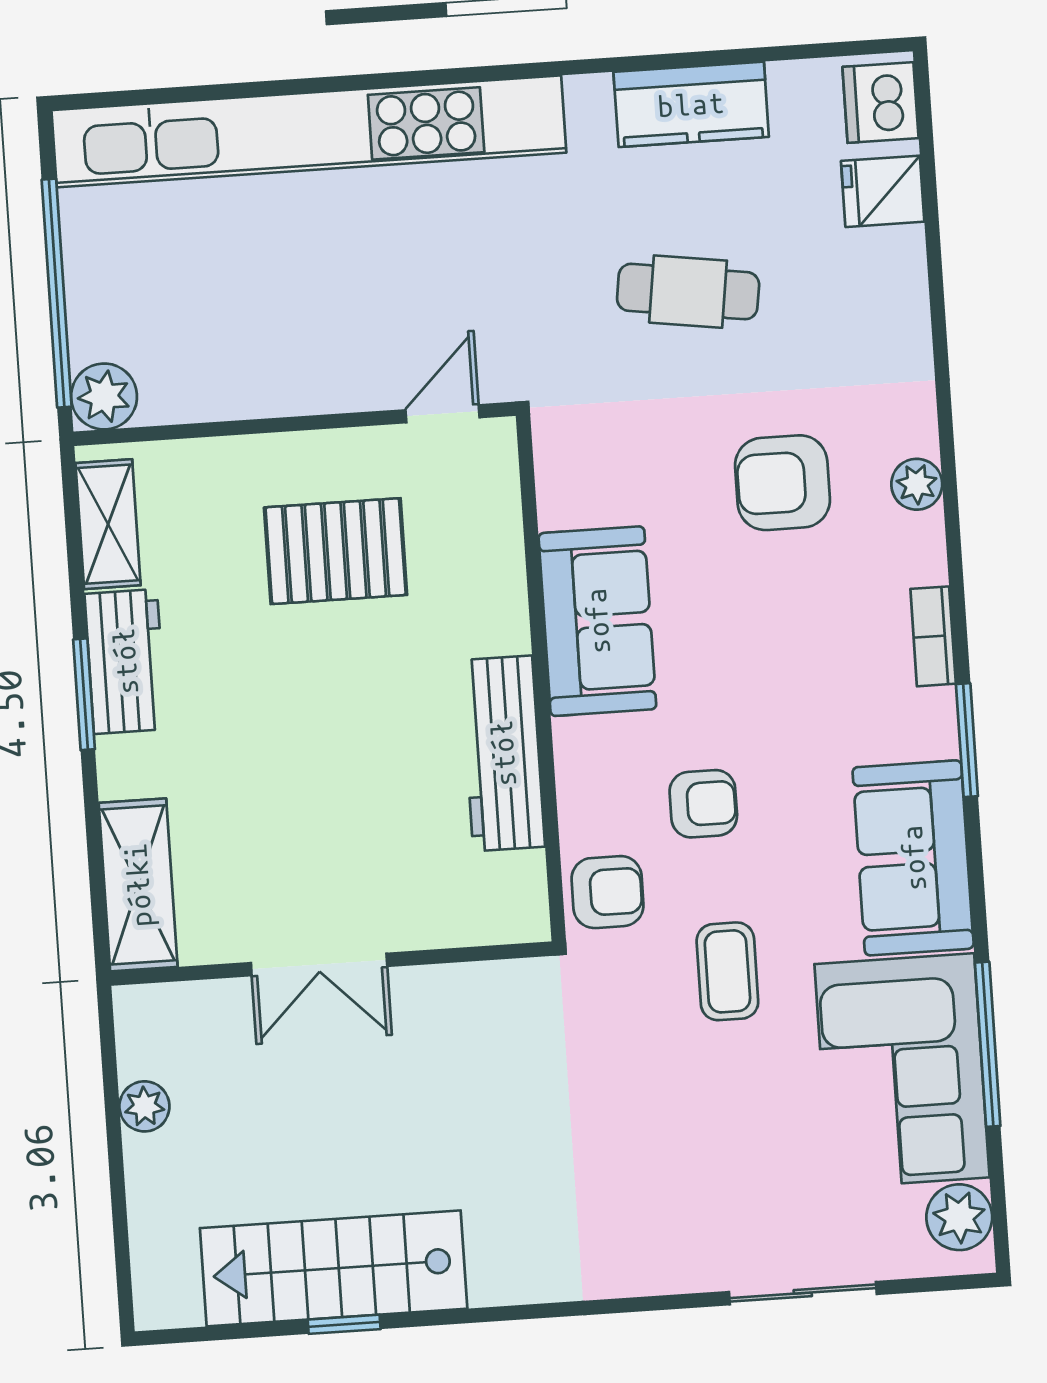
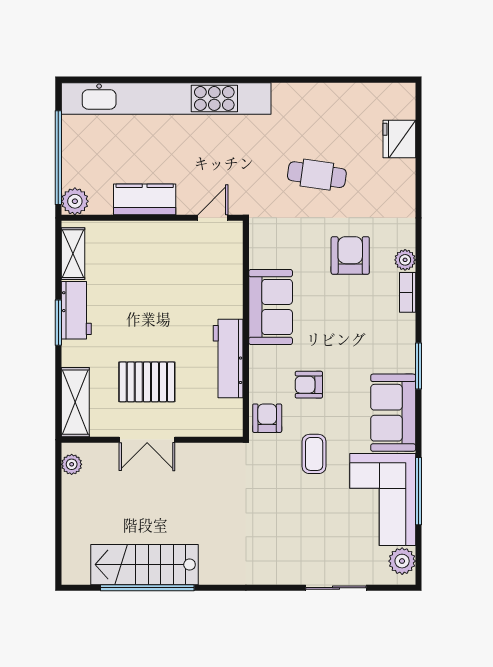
dishwasher: (881, 102) -> (401, 103), removed
kitchen counter: (691, 104) -> (145, 199), moved, turned 180
fridge: (883, 191) -> (399, 139), width x1.38
armchair: (783, 483) -> (350, 255), turned 90
pallet: (336, 551) -> (147, 382), moved
bookcase: (933, 636) -> (408, 292), moved
armchair: (703, 804) -> (309, 385), turned 180
armchair: (608, 892) -> (267, 418), turned -90
plant: (144, 1106) -> (72, 464), moved
window: (344, 1324) -> (147, 588), width x3.17

